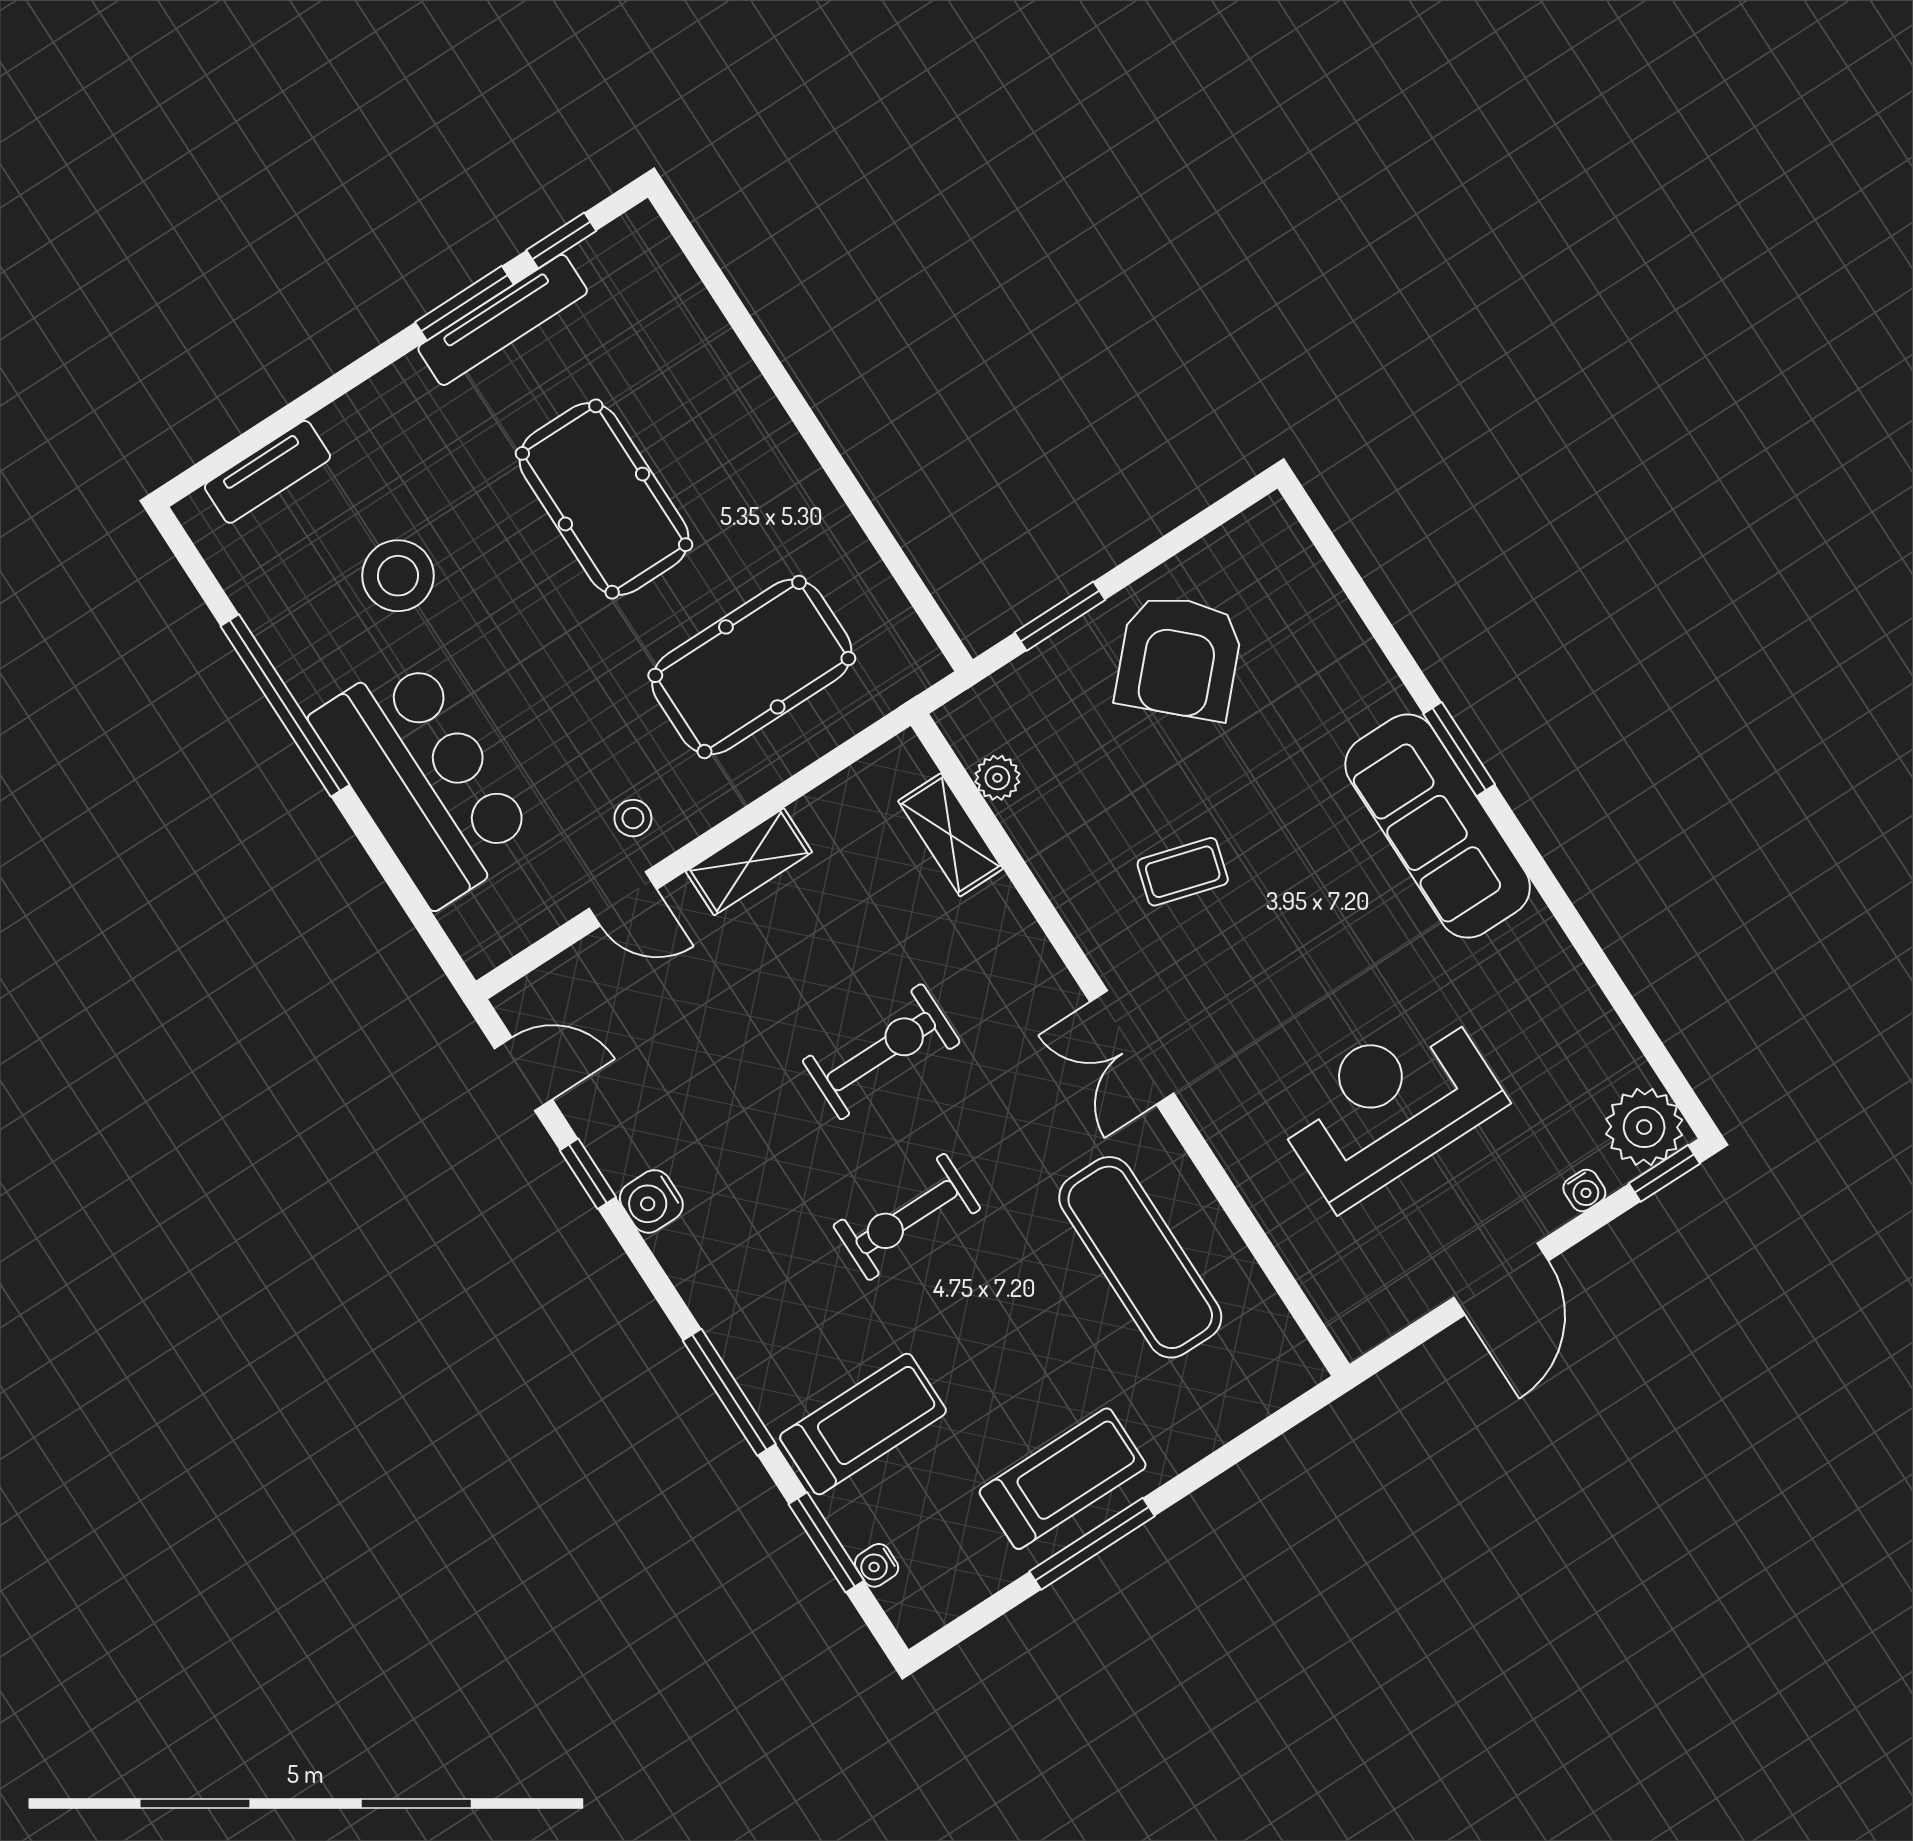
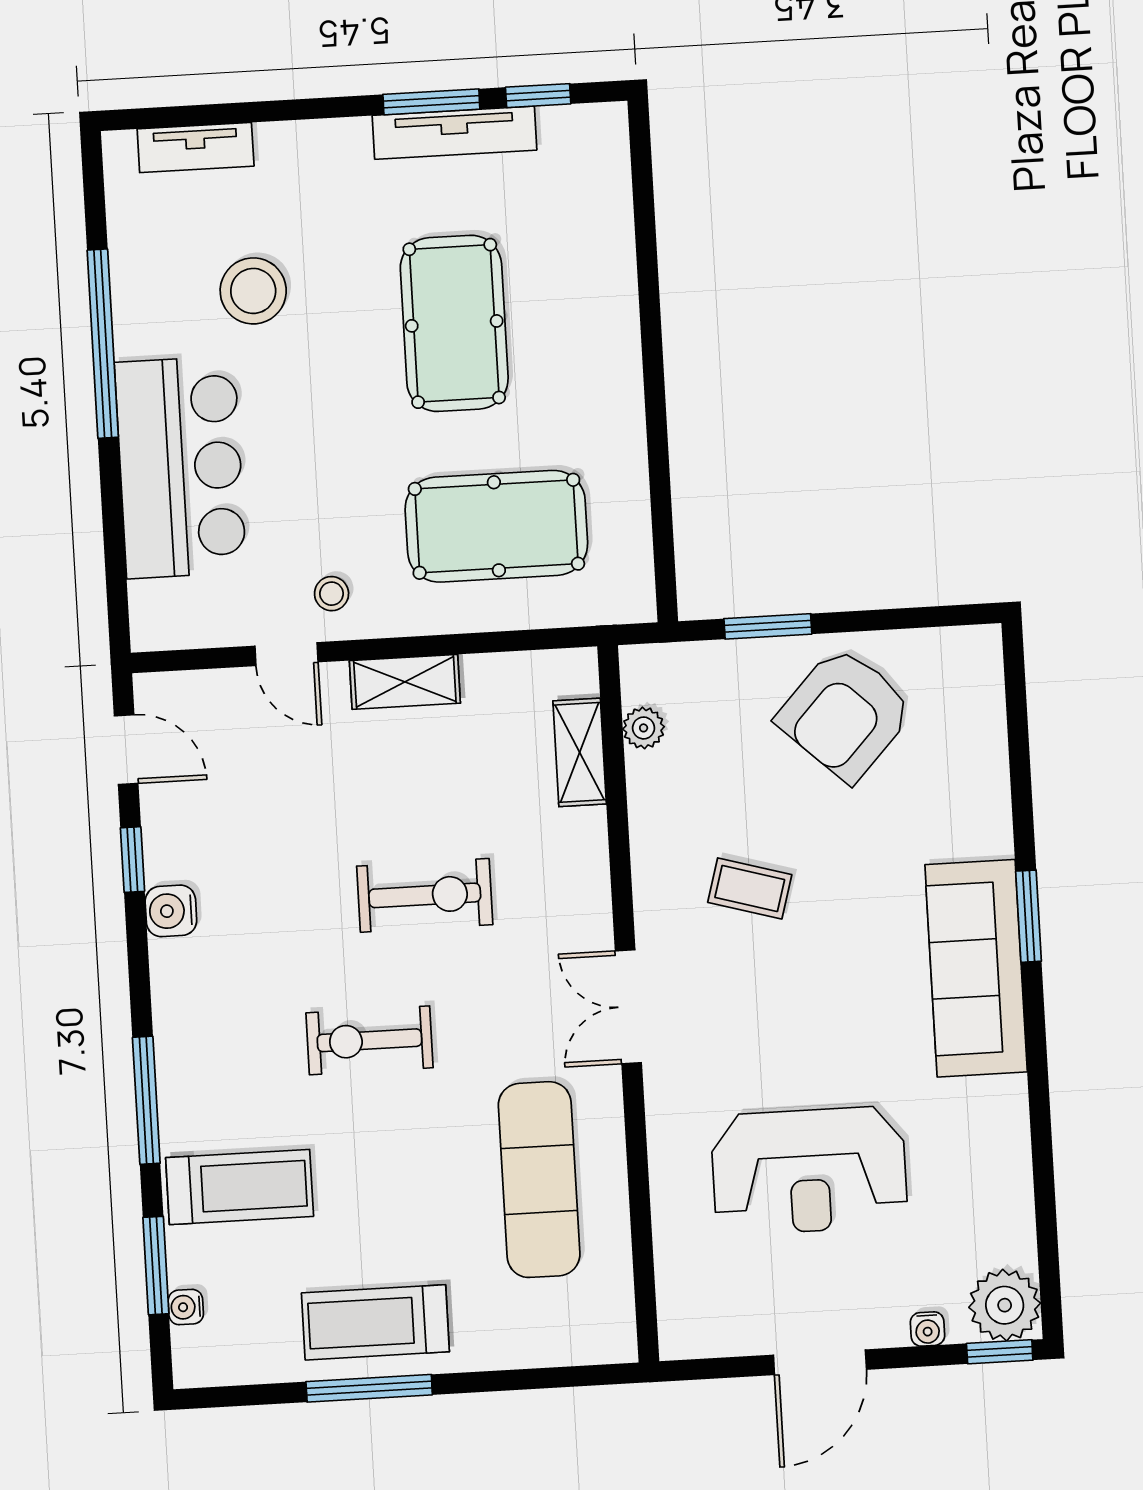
reception desk: (1389, 1105) -> (809, 1171), turned 180
treadmill: (1063, 1479) -> (375, 1322), turned 180

